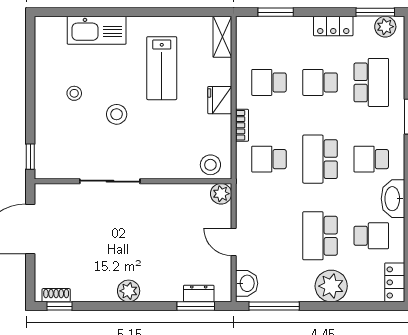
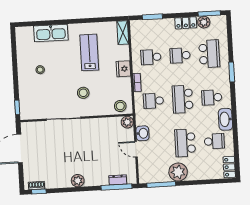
plant: (385, 27) -> (204, 22), moved
lab bench: (162, 68) -> (89, 52), turned 180
stool: (117, 114) -> (83, 93), moved
washbasin: (247, 283) -> (142, 133), moved
plant: (331, 286) -> (178, 172), moved
window: (196, 306) -> (117, 187), width x1.44

